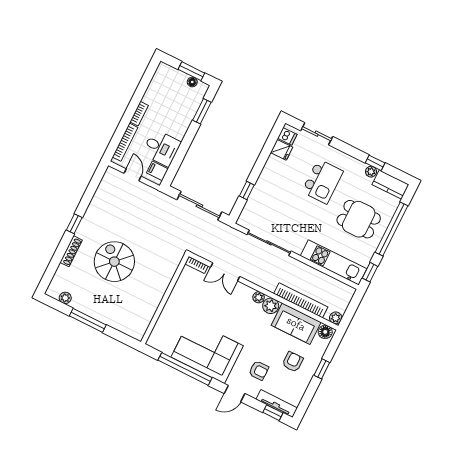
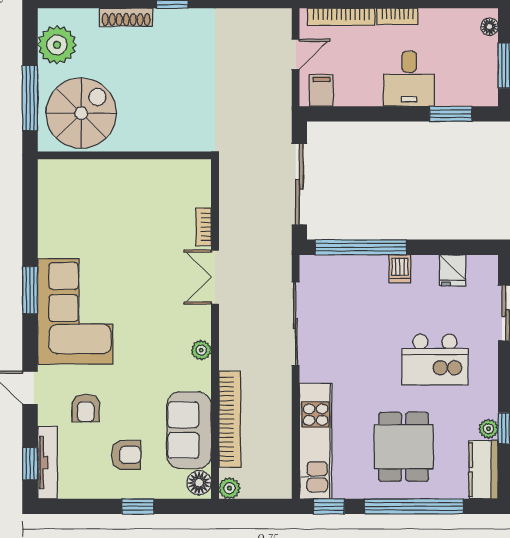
floor lamp: (192, 82) -> (489, 27), moved
dishwasher: (287, 136) -> (400, 269), moved
desk: (161, 148) -> (409, 79), moved
window: (247, 190) -> (361, 247), width x3.17
spiral stairs: (114, 262) -> (81, 113), moved
plant: (65, 298) -> (57, 45), width x1.88, depth x1.88
wall: (165, 299) -> (124, 155), moved
plant: (271, 306) -> (197, 376), removed
window: (185, 369) -> (30, 290), width x0.47

